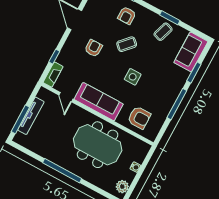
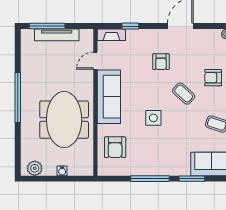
armchair: (93, 48) -> (161, 62), turned 90

